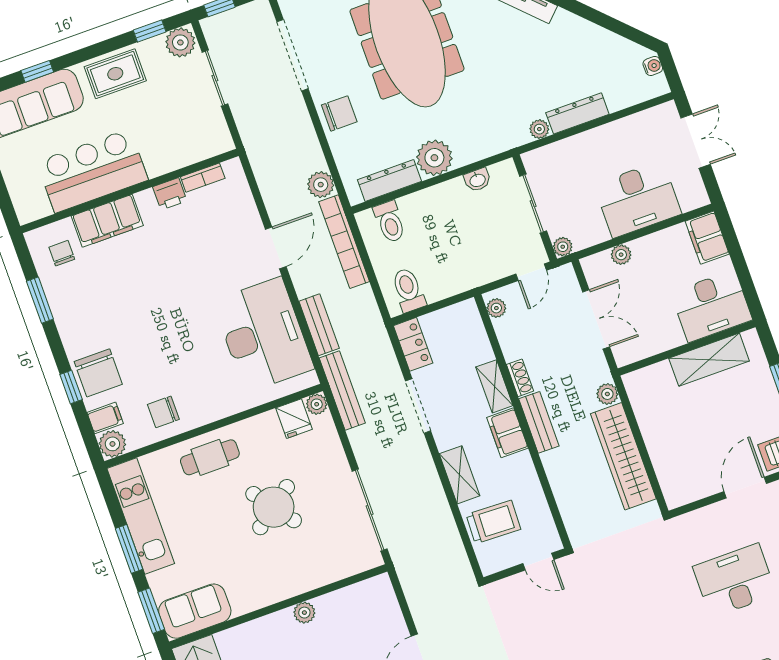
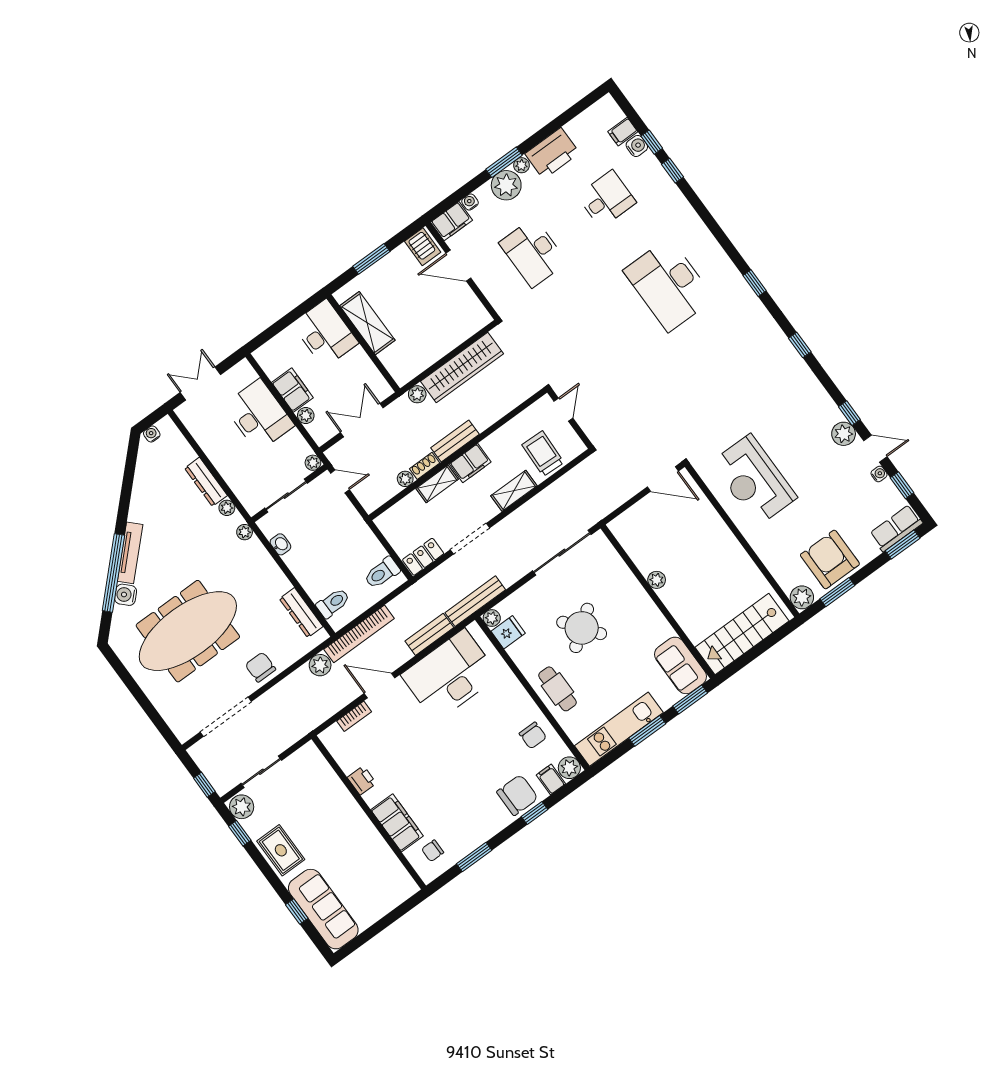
plant: (434, 158) -> (245, 532), moved, width x0.53, depth x0.53
bar counter: (92, 171) -> (362, 846), removed
bookcase: (203, 178) -> (354, 716), moved, turned 90
filing cabinet: (707, 238) -> (292, 390), moved, turned -90
plant: (496, 308) -> (405, 479), moved

